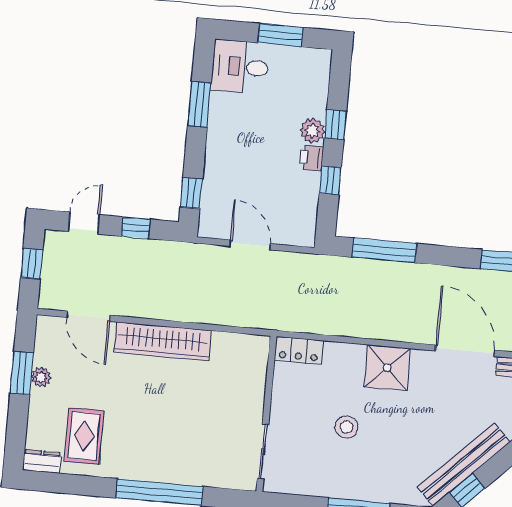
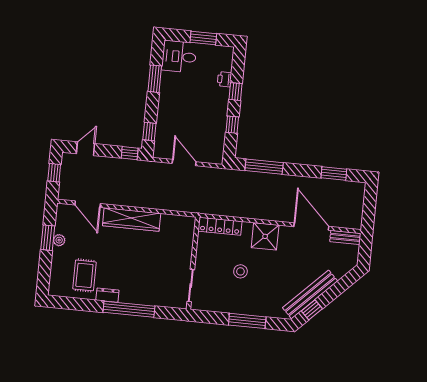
plant: (312, 131) -> (222, 95), removed
printer: (312, 158) -> (224, 79), moved
window: (136, 228) -> (130, 153), moved
locker: (299, 350) -> (220, 226), width x1.53
dresser: (42, 461) -> (107, 295), moved

